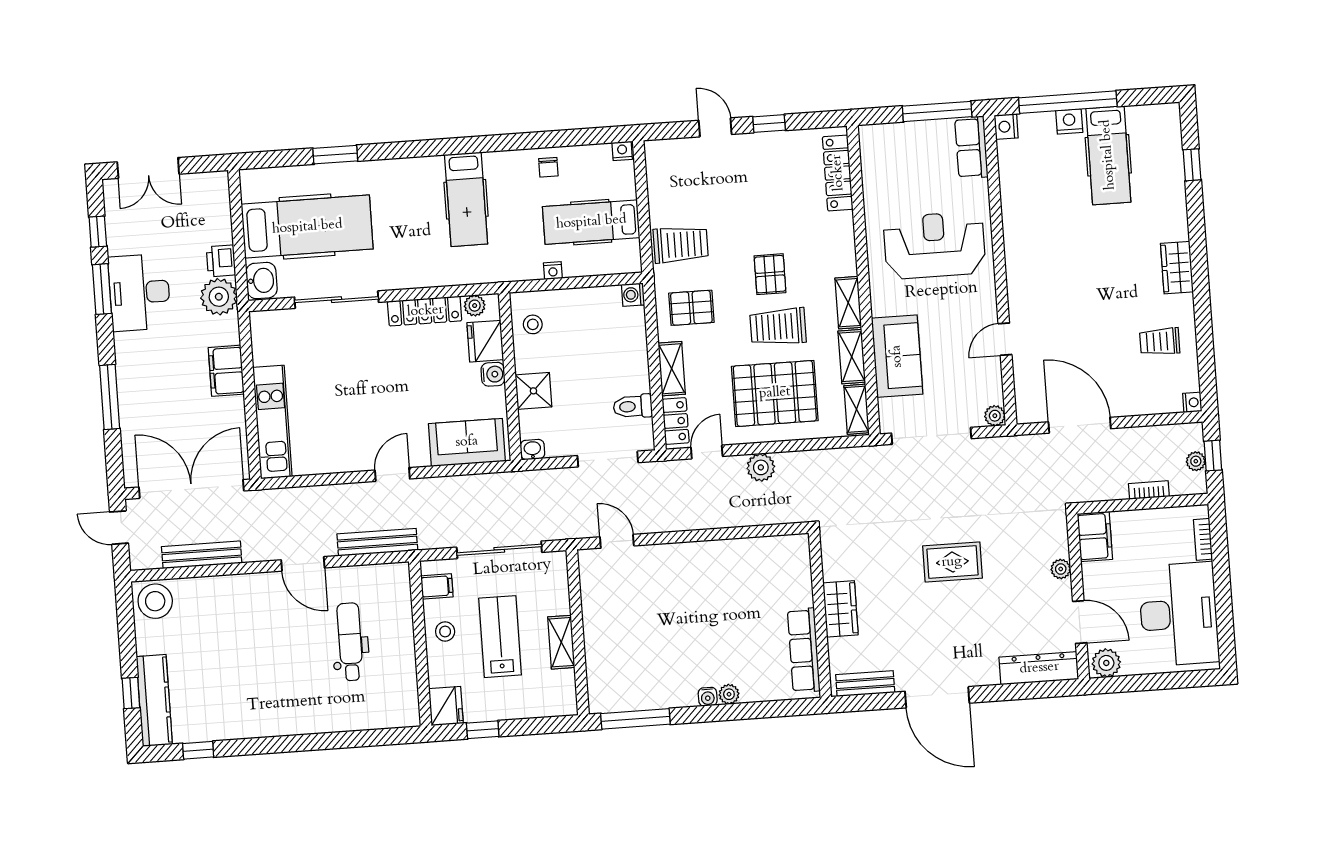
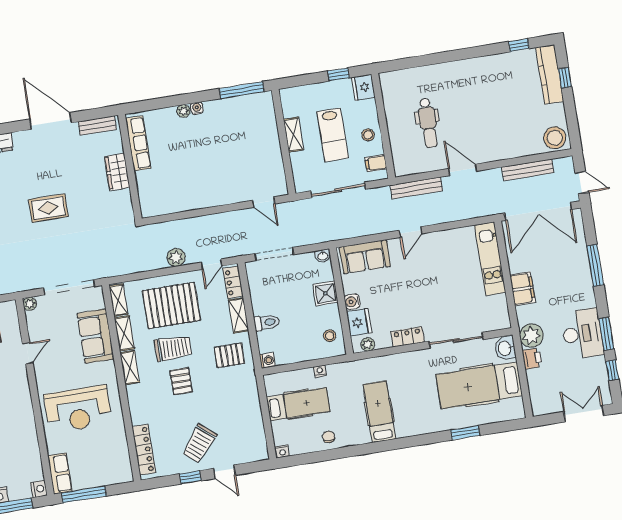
trolley: (681, 245) -> (199, 444), moved, turned -50
locker: (425, 311) -> (408, 337), width x0.66
toilet: (633, 406) -> (267, 322), moved

